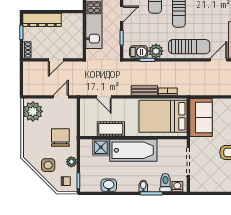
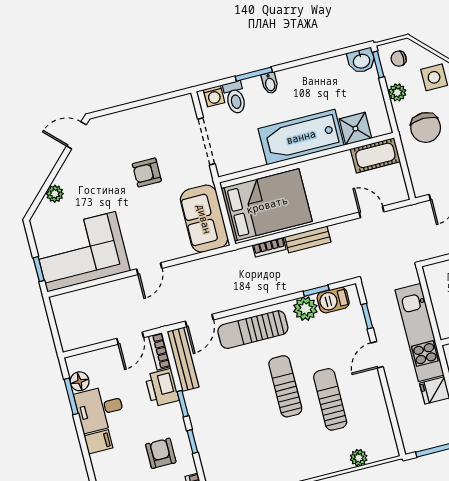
cot: (111, 129) -> (375, 155), moved
washbasin: (109, 185) -> (361, 61), moved

